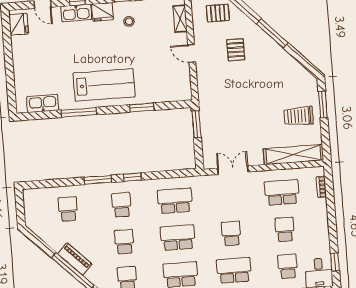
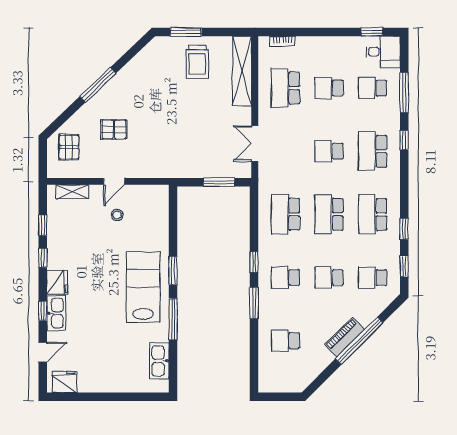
stool: (129, 21) -> (117, 215), moved
window: (142, 108) -> (173, 271), moved
window: (196, 124) -> (219, 182), moved

